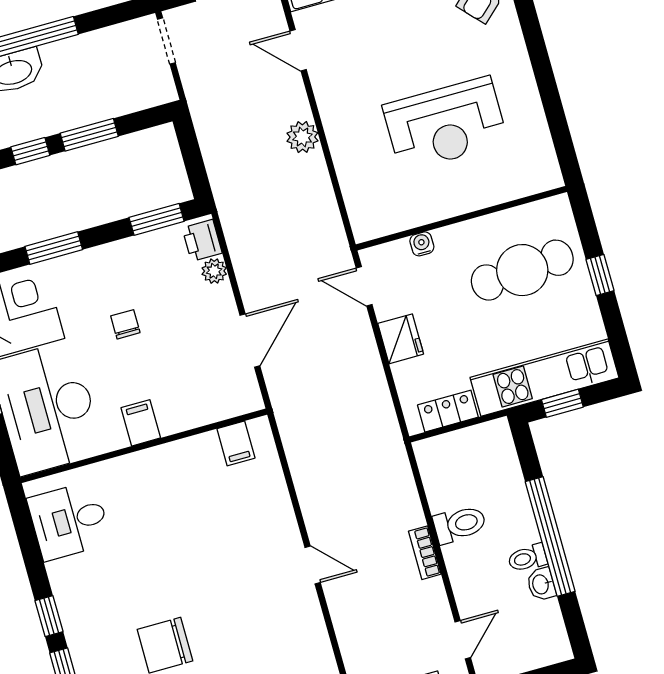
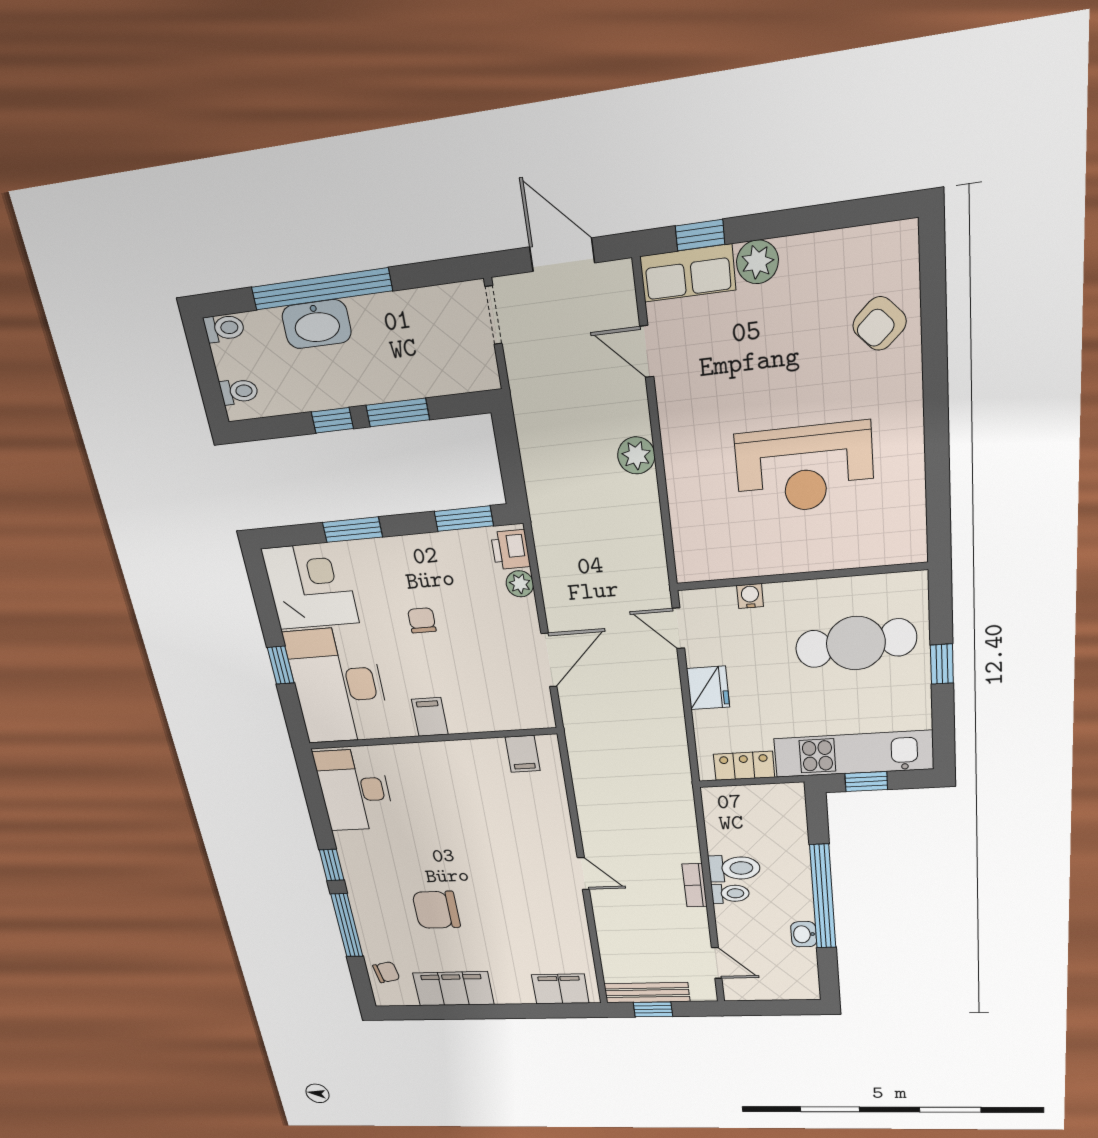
desk: (69, 521) -> (354, 790), width x1.37
toilet: (527, 558) -> (730, 893), moved, turned 180
door: (463, 640) -> (717, 963), hinge flipped

